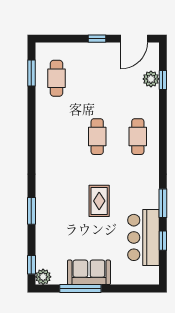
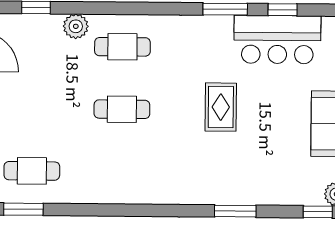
plant: (151, 79) -> (76, 26), moved
rug: (99, 201) -> (221, 107), turned 90

